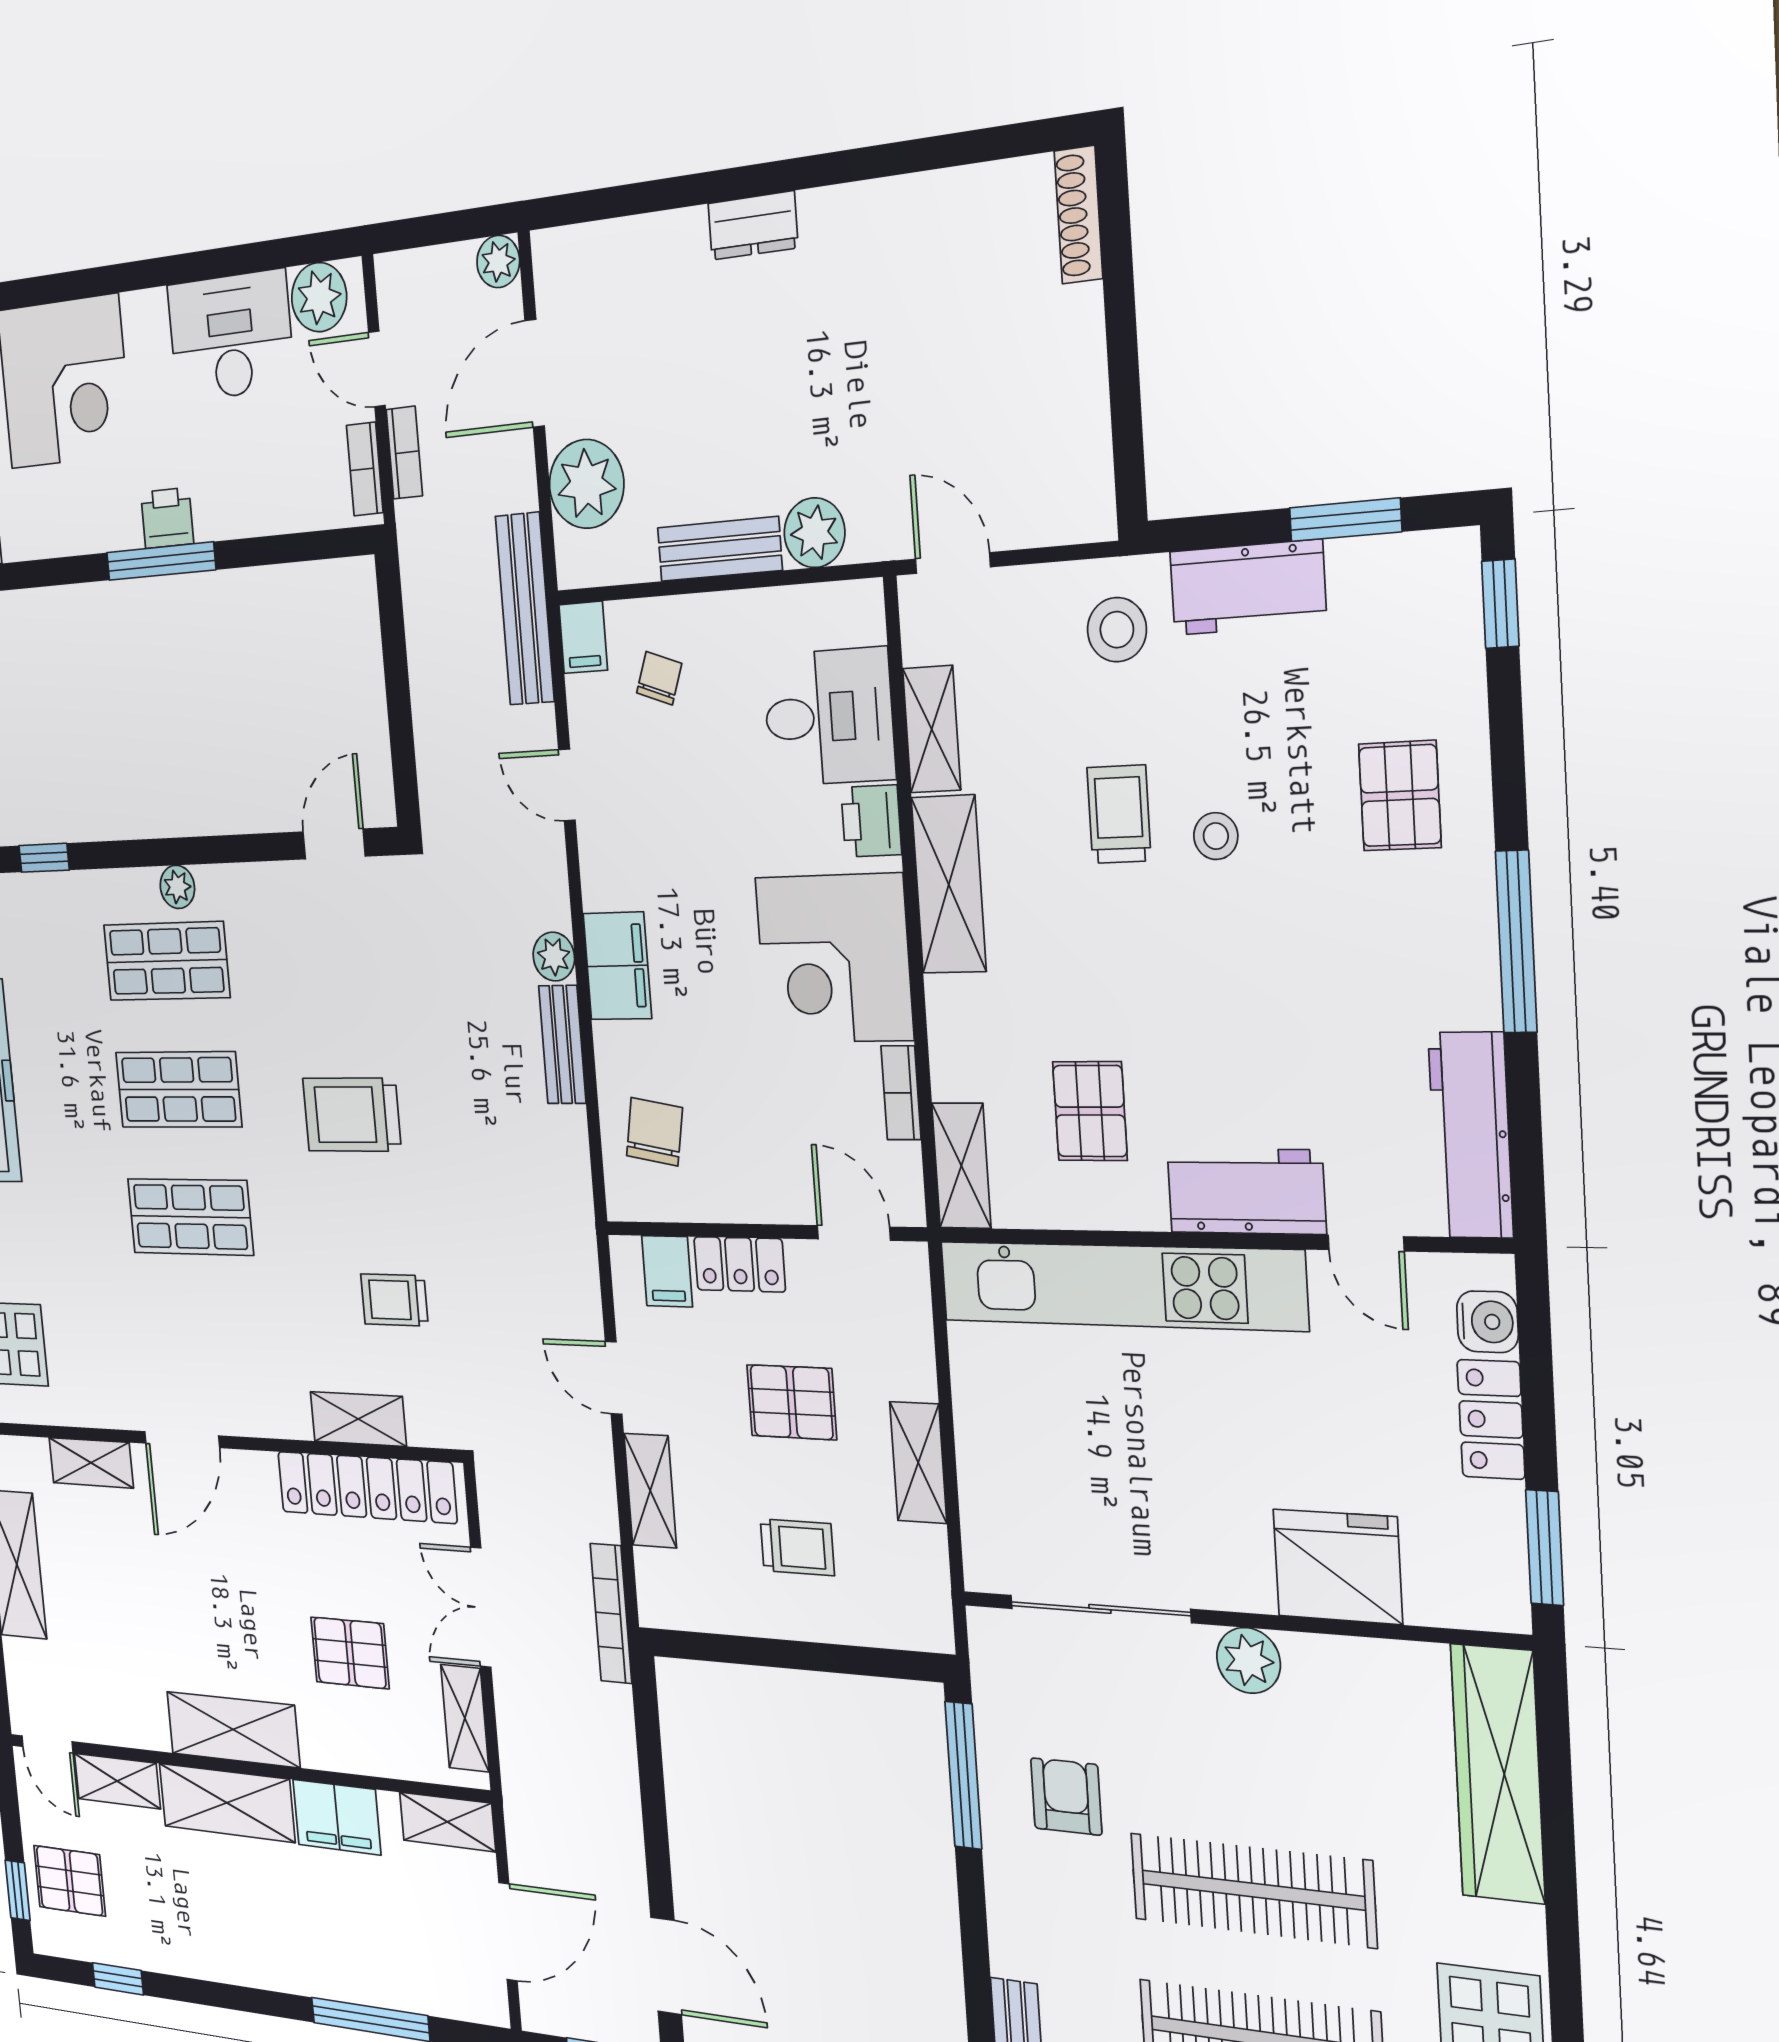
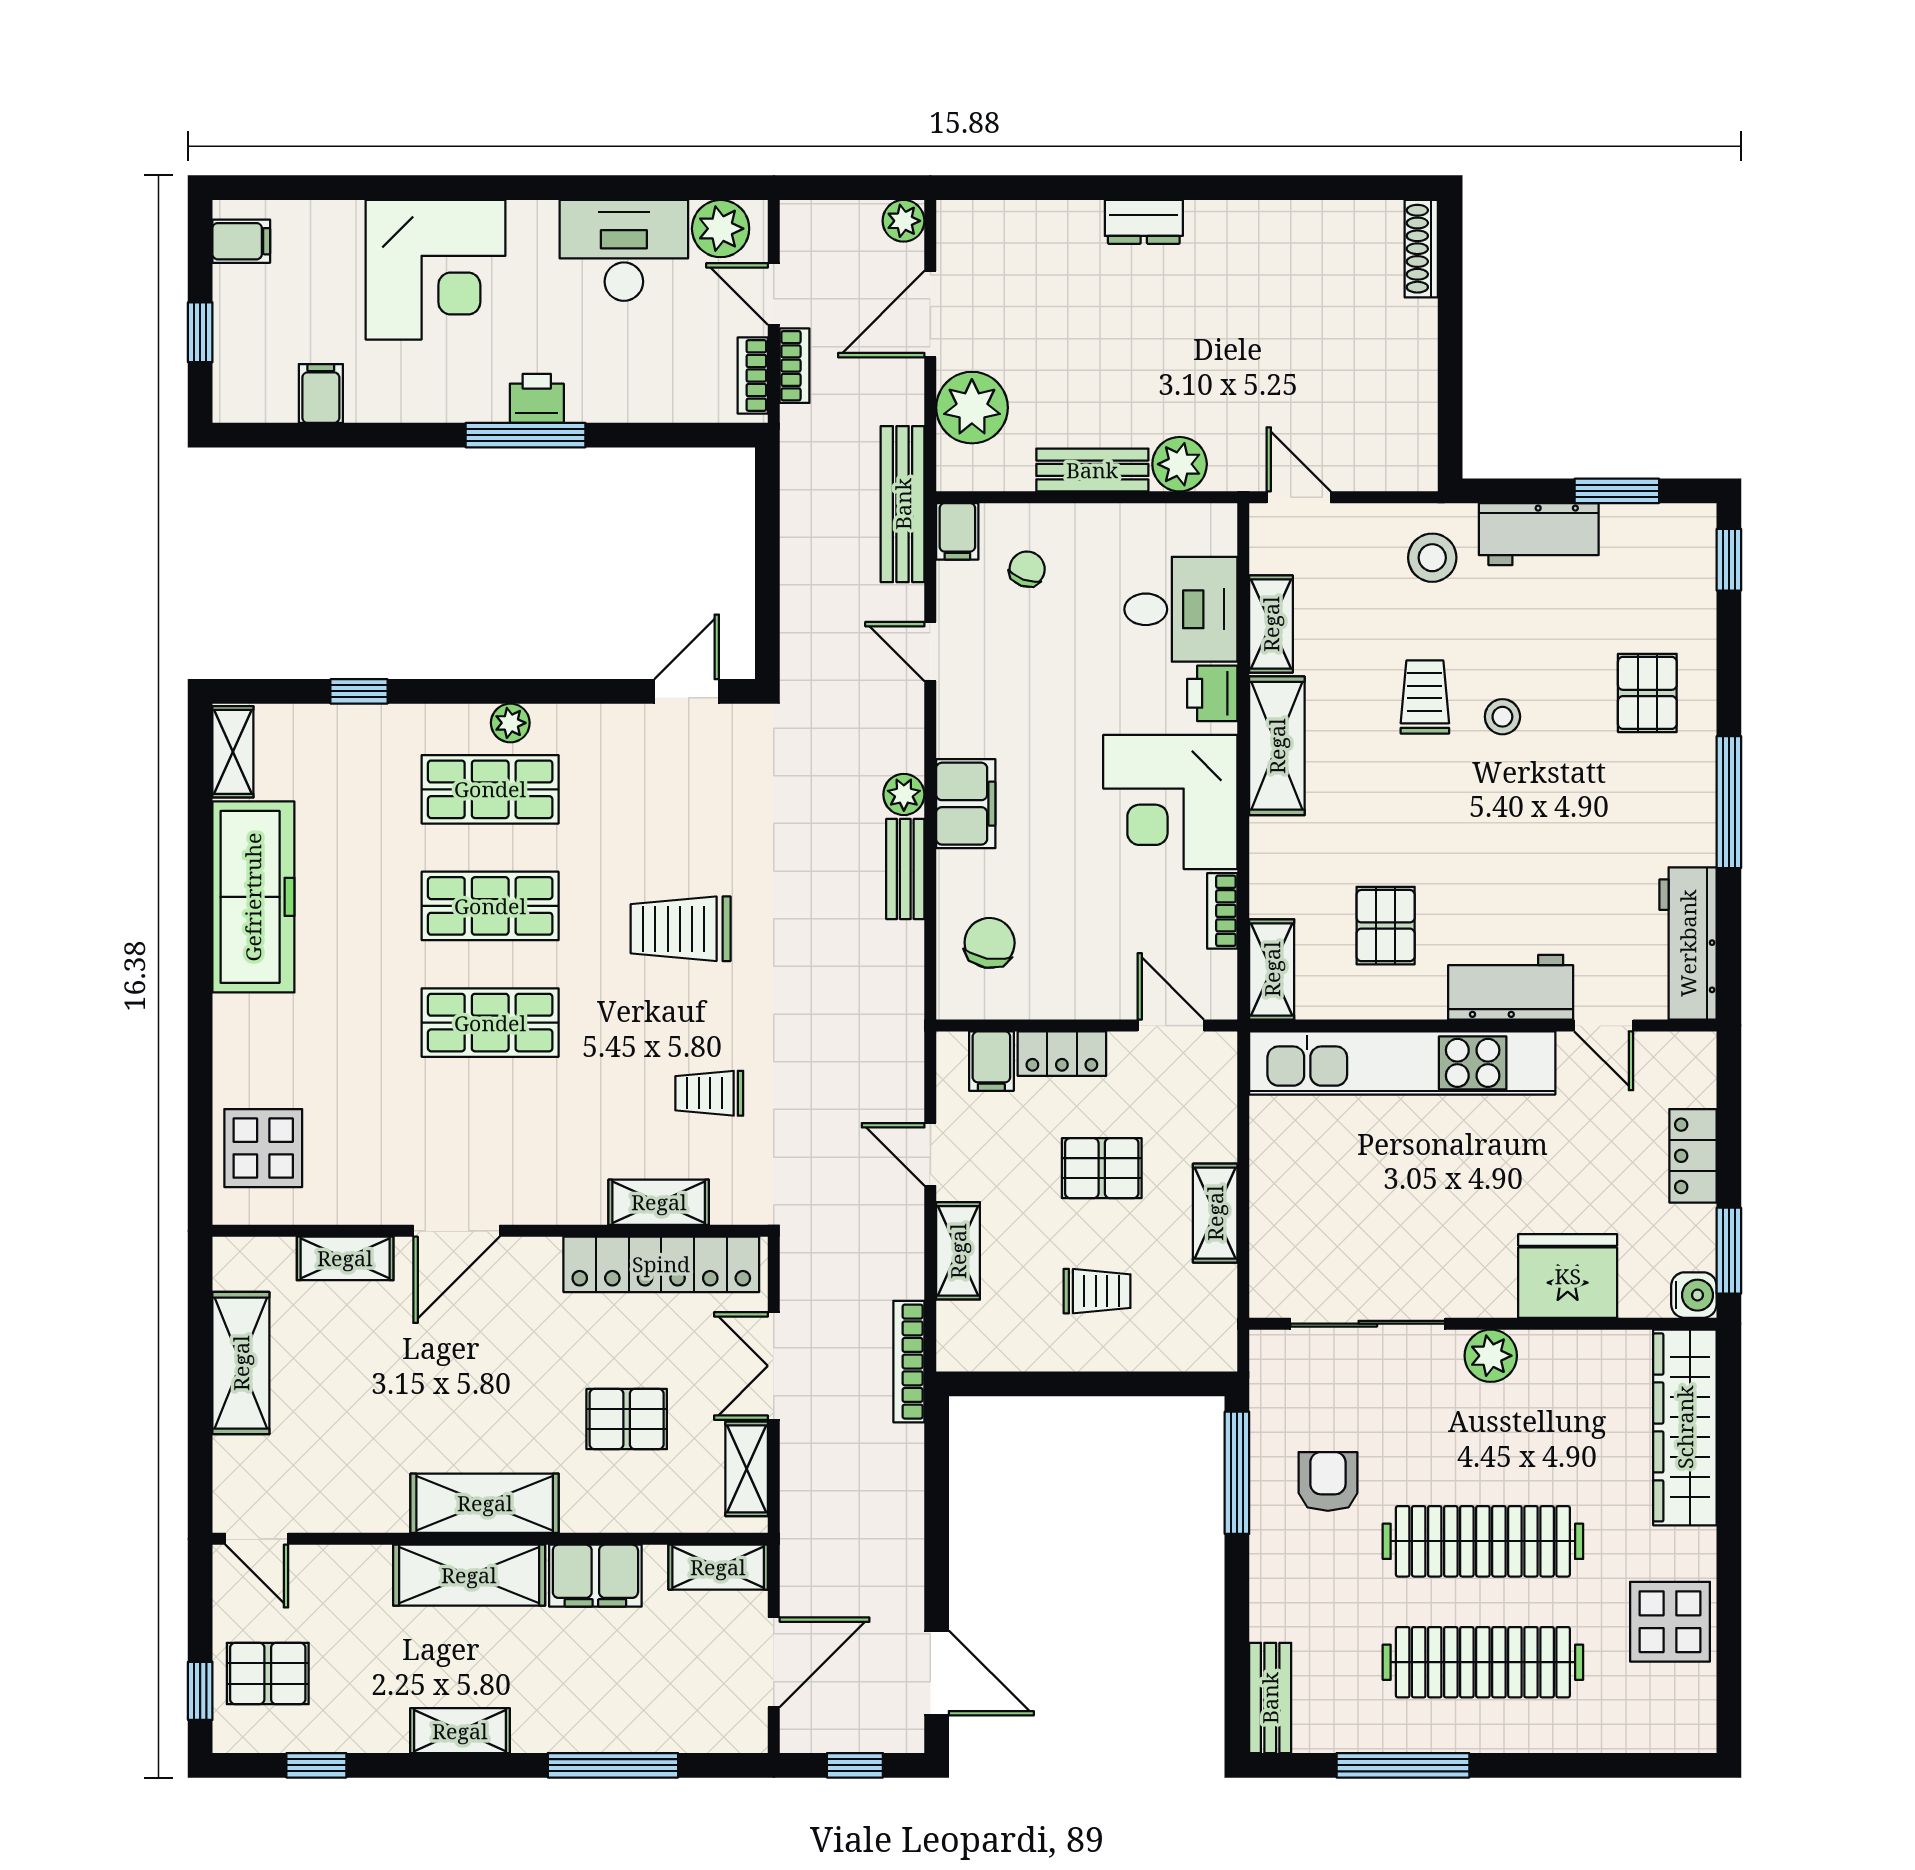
water cooler: (1487, 1322) -> (1694, 1295), moved
shelving: (117, 1781) -> (460, 1731), moved

